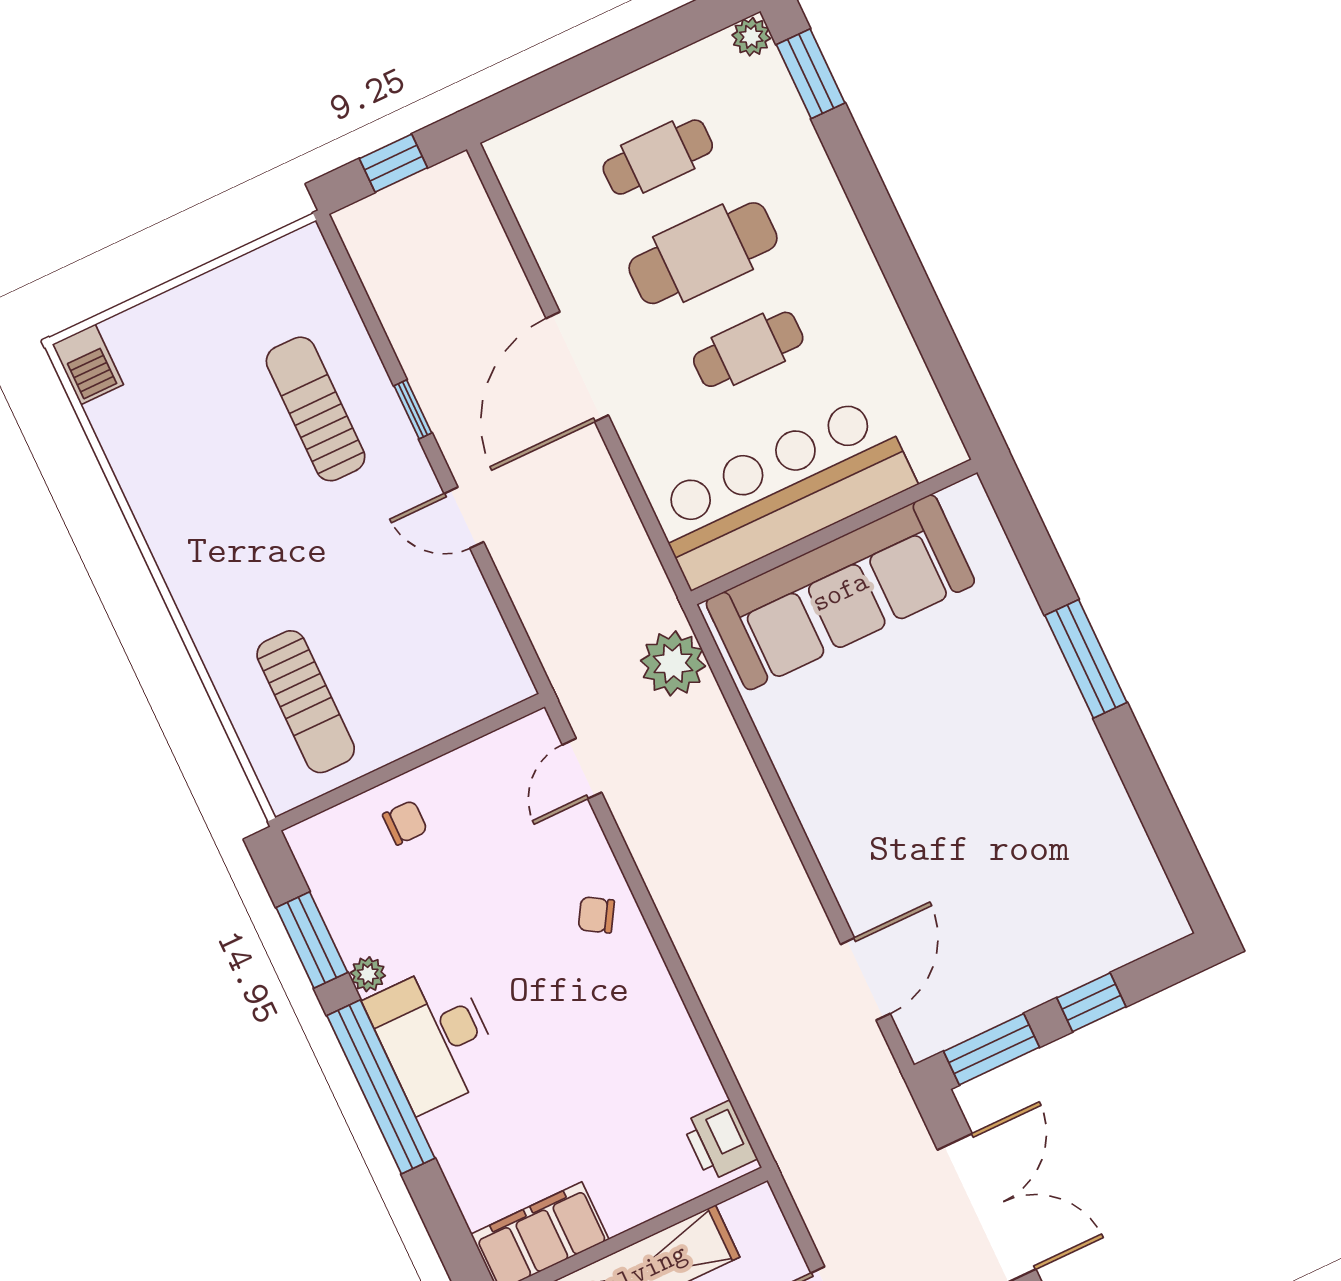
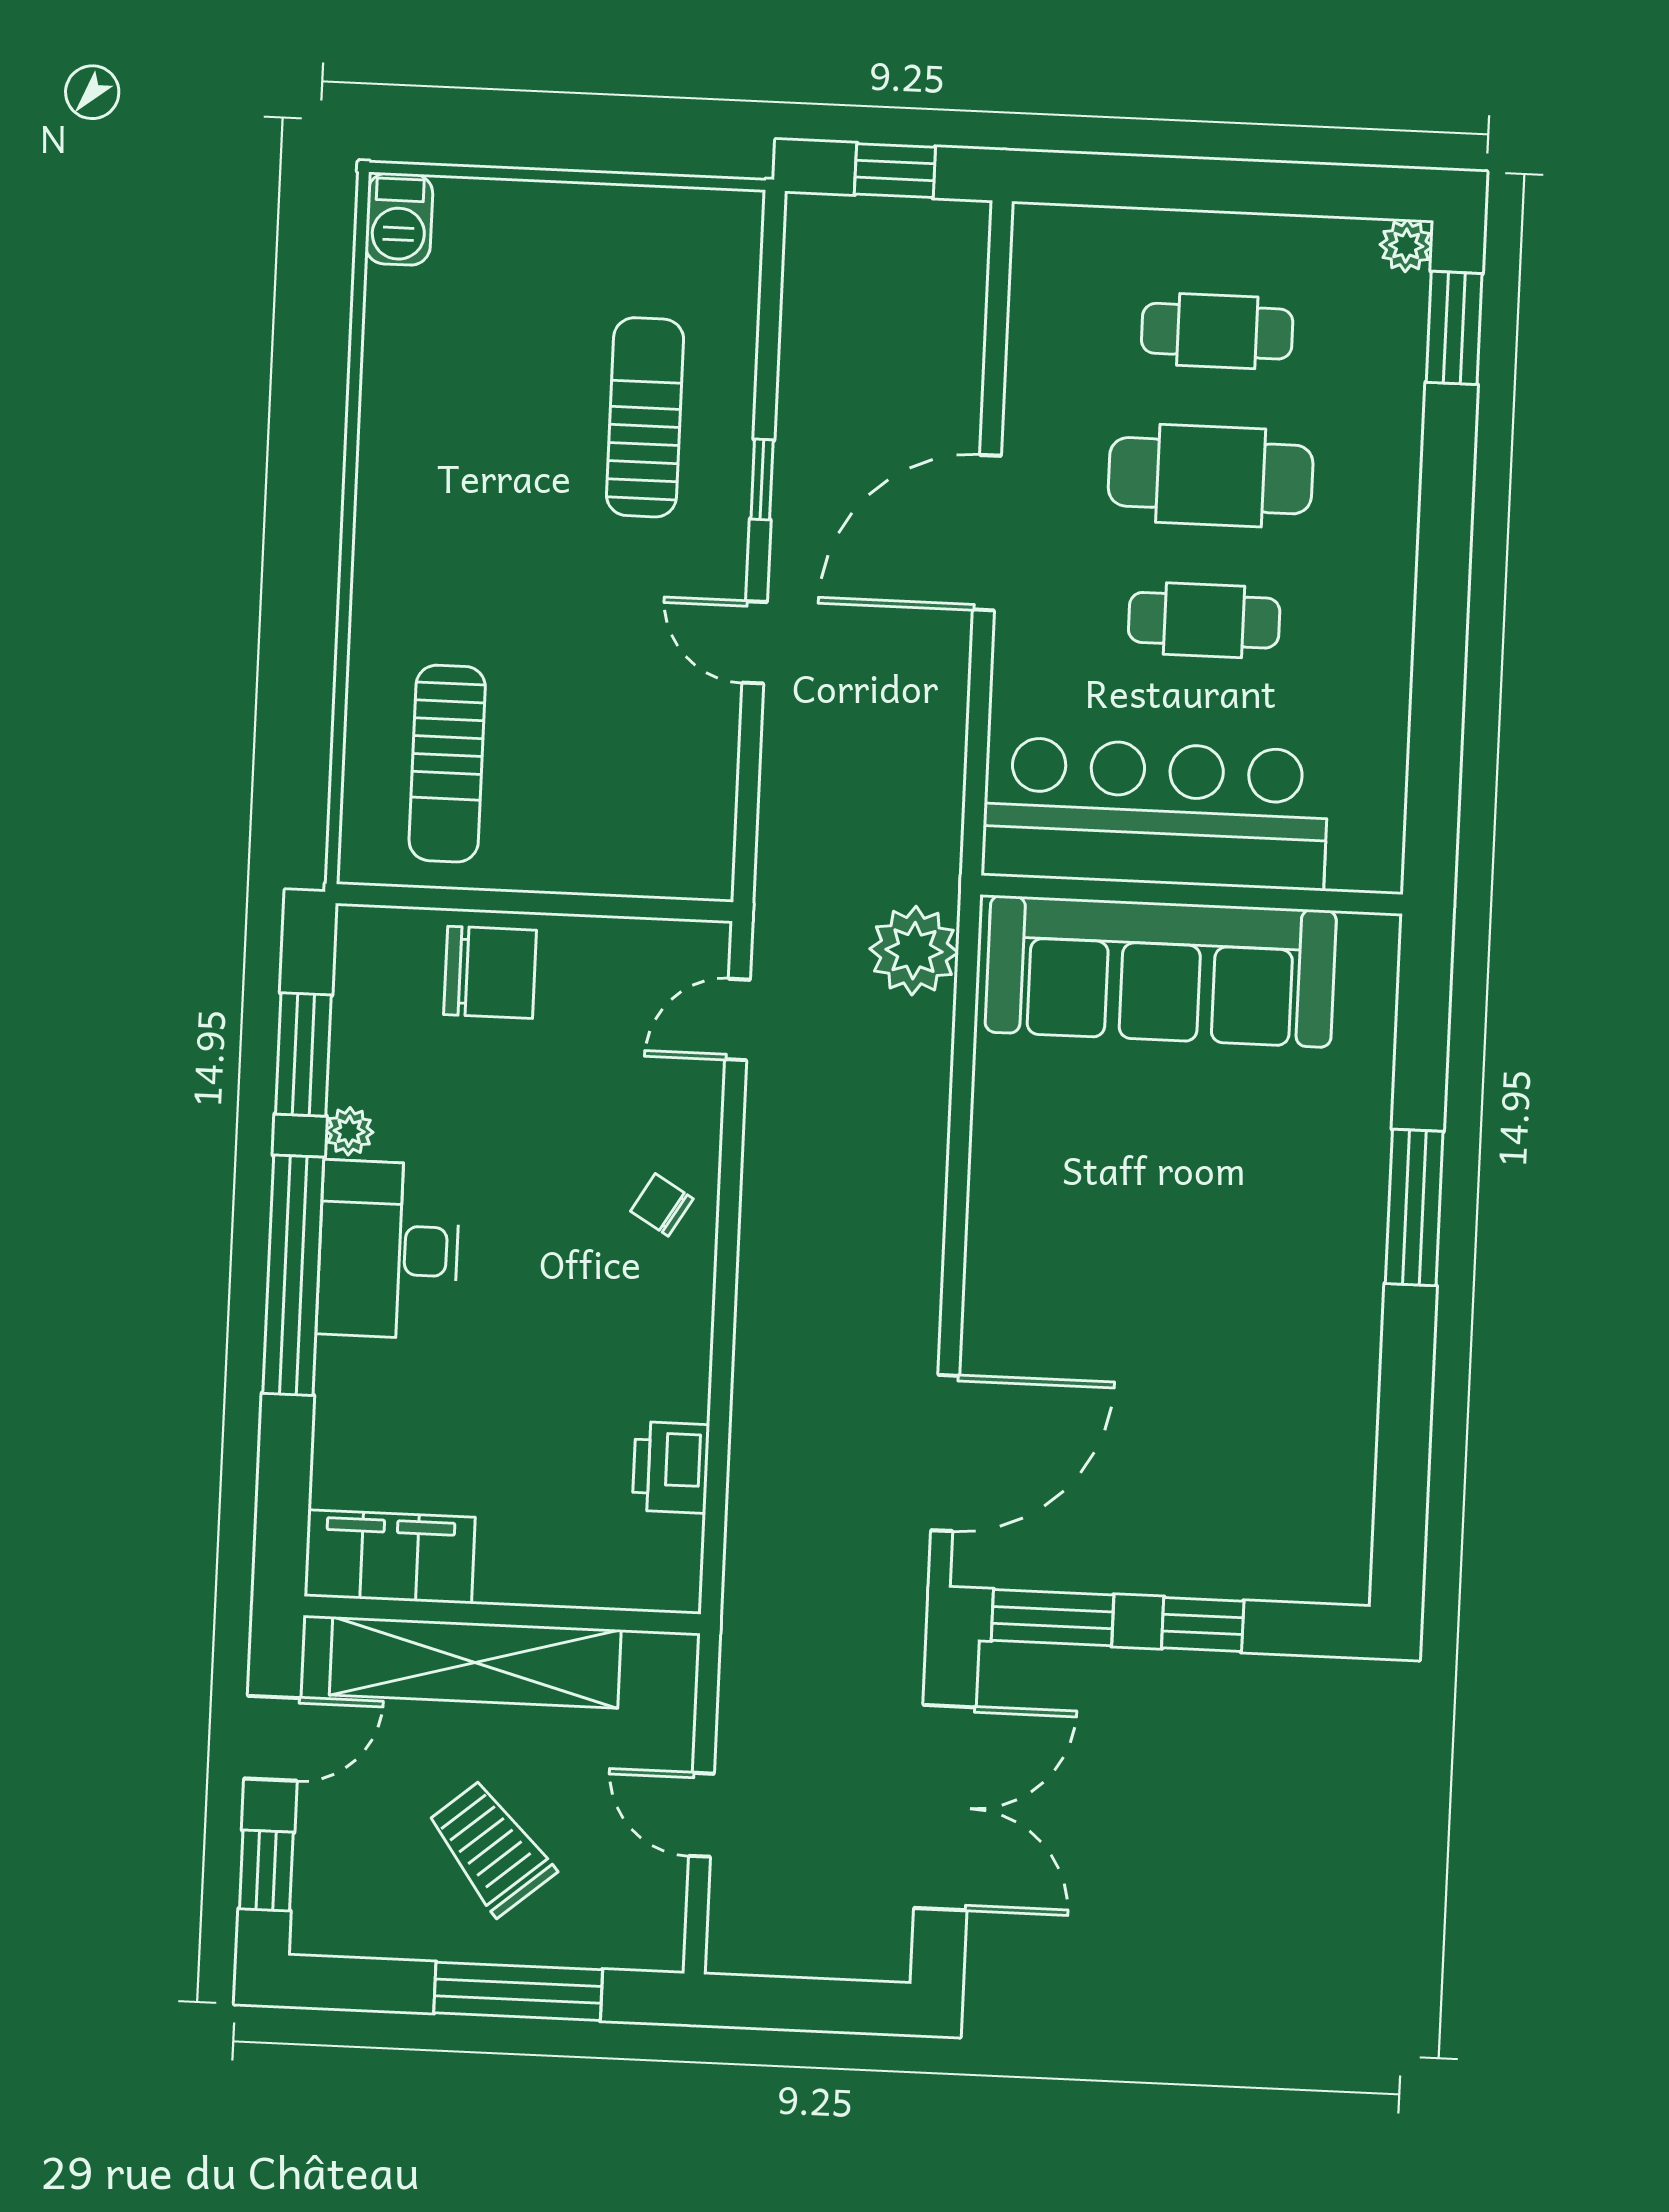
chair: (405, 823) -> (490, 972), width x1.87, depth x1.87
door: (865, 979) -> (945, 1453), width x1.36
printer: (719, 1141) -> (671, 1467), moved

